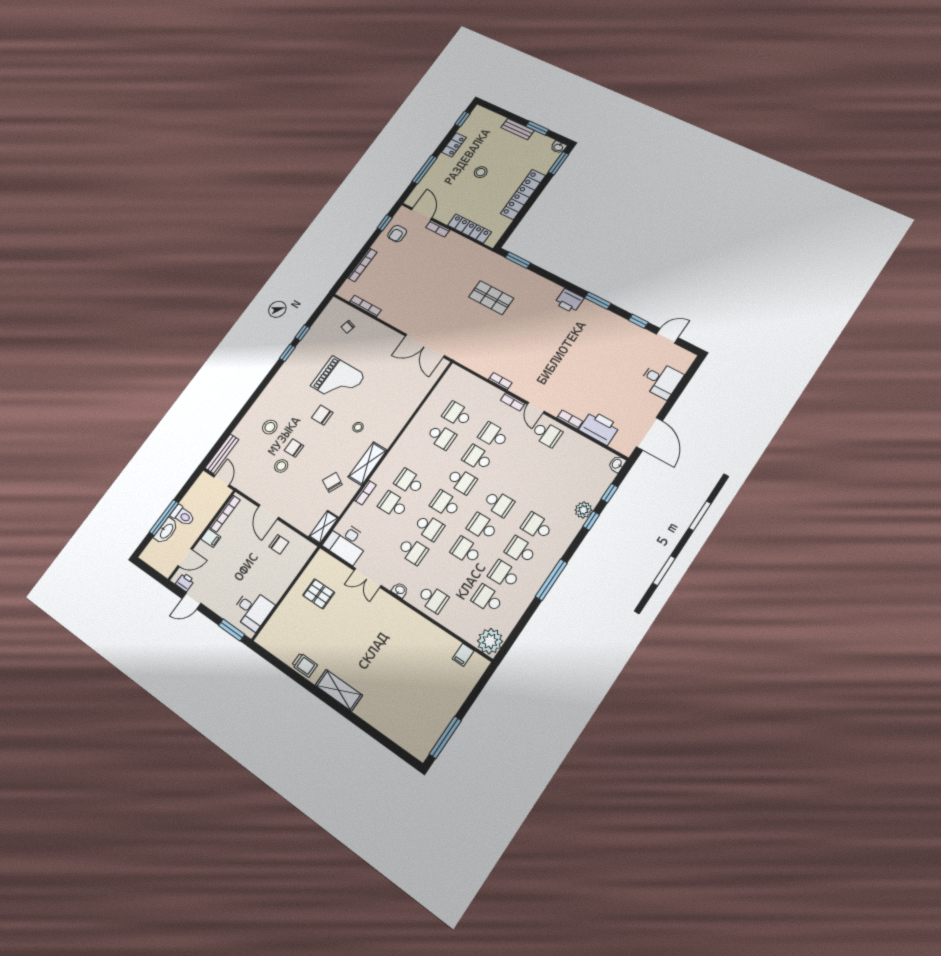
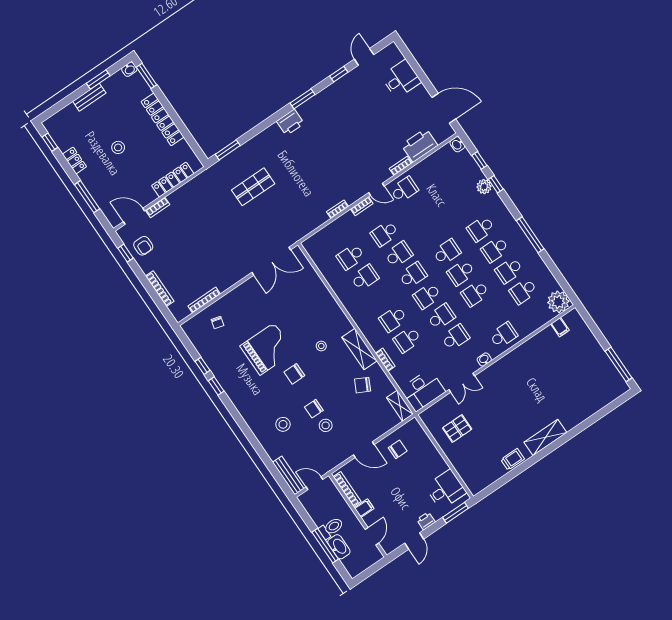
school desk: (478, 458) -> (399, 254), turned 180
printer: (185, 582) -> (426, 521), moved

